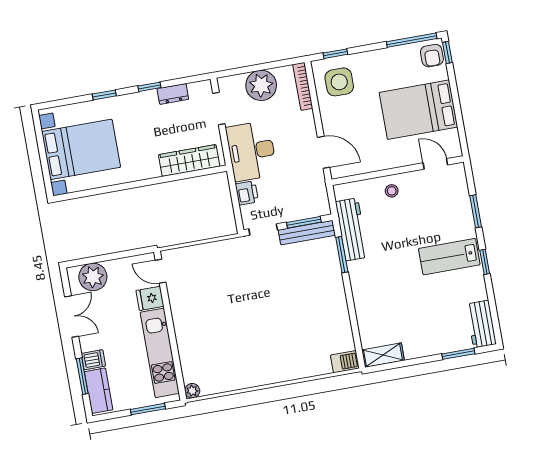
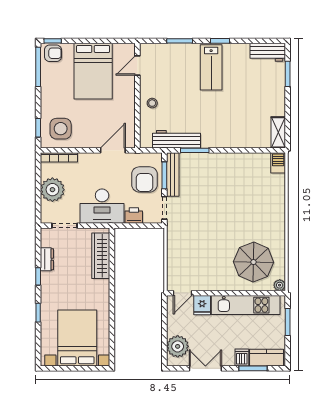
armchair: (294, 198) -> (144, 179), added
parasol: (215, 353) -> (253, 262), added

